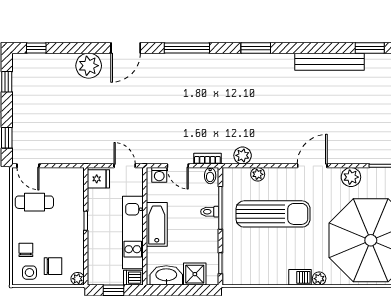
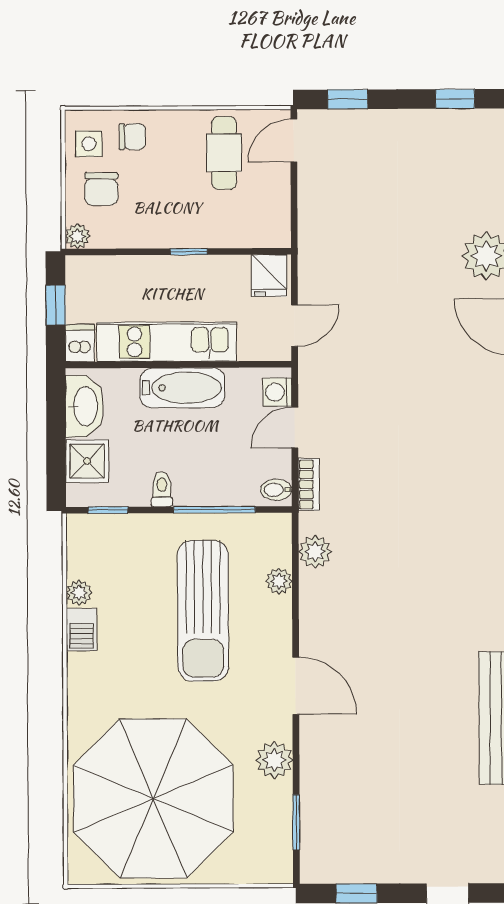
toilet: (210, 212) -> (162, 489), moved
barbecue: (300, 277) -> (82, 630), moved
plant: (319, 279) -> (79, 593), moved

